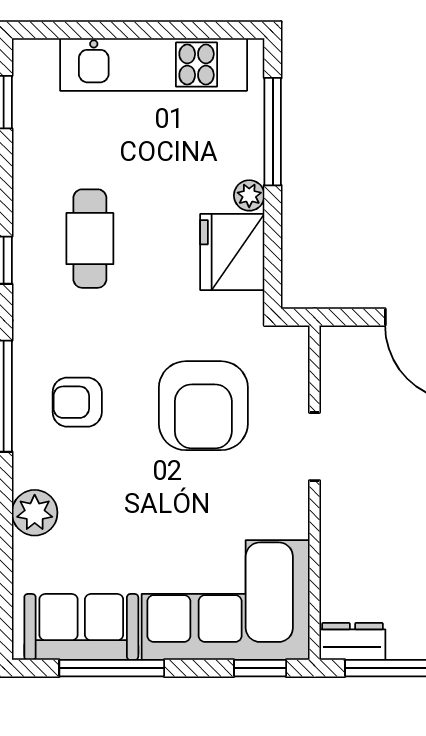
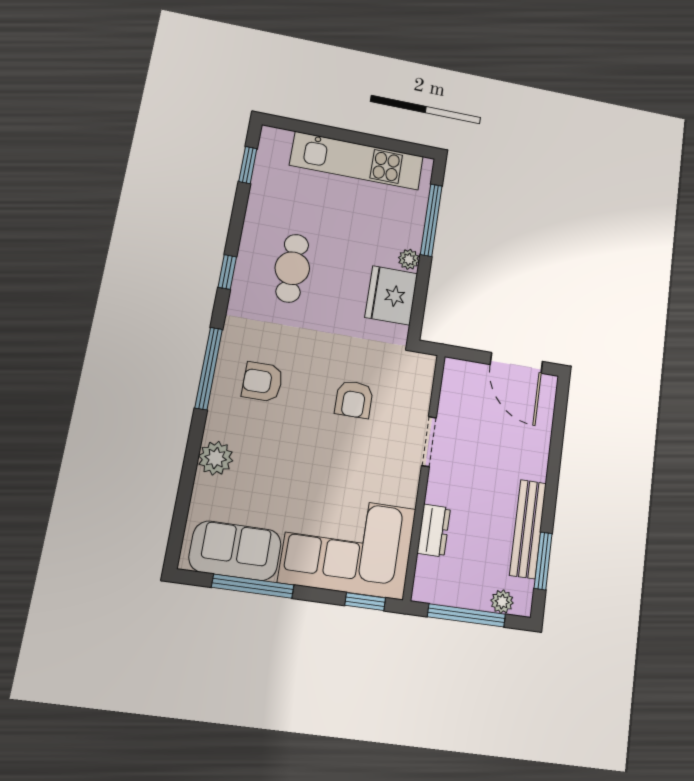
armchair: (203, 406) -> (354, 399), width x0.53, depth x0.53
dresser: (352, 641) -> (434, 530), moved, turned 90

